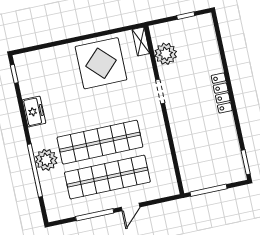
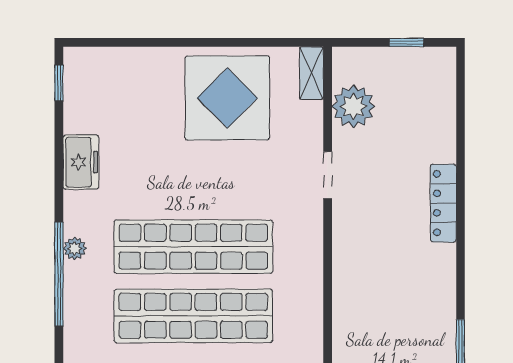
plant: (46, 160) -> (75, 248), width x0.53, depth x0.53

